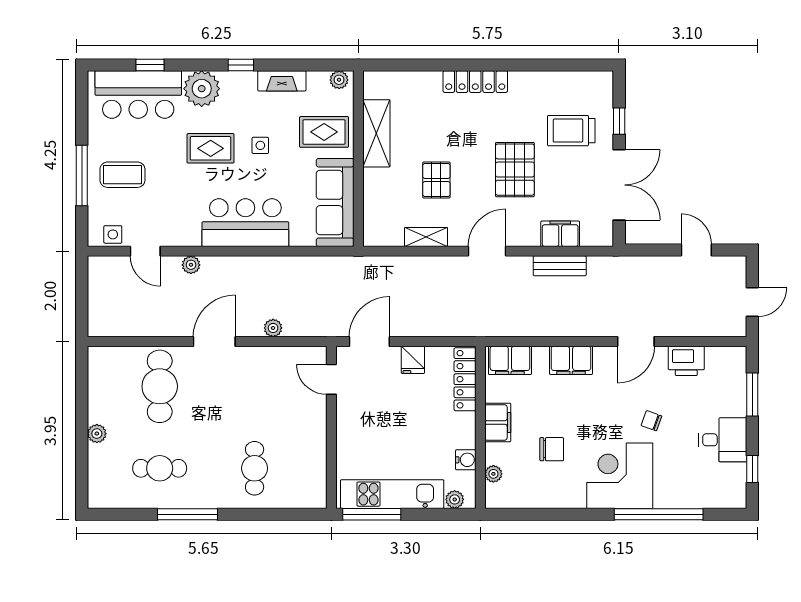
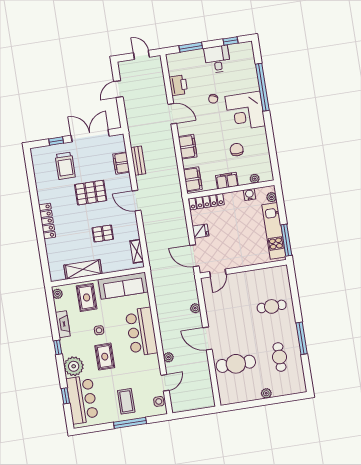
shelving: (426, 237) -> (137, 251), moved

